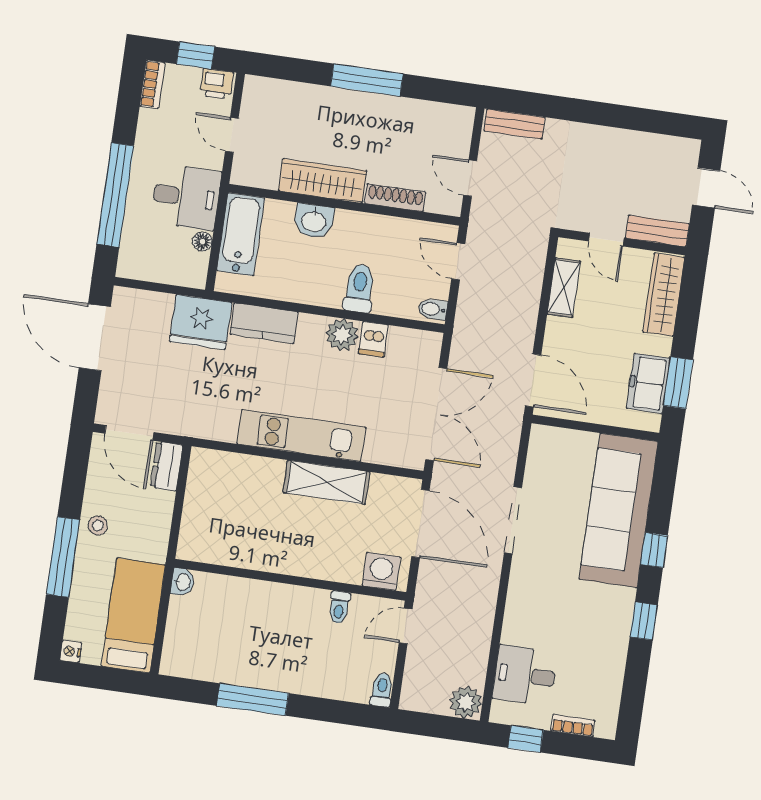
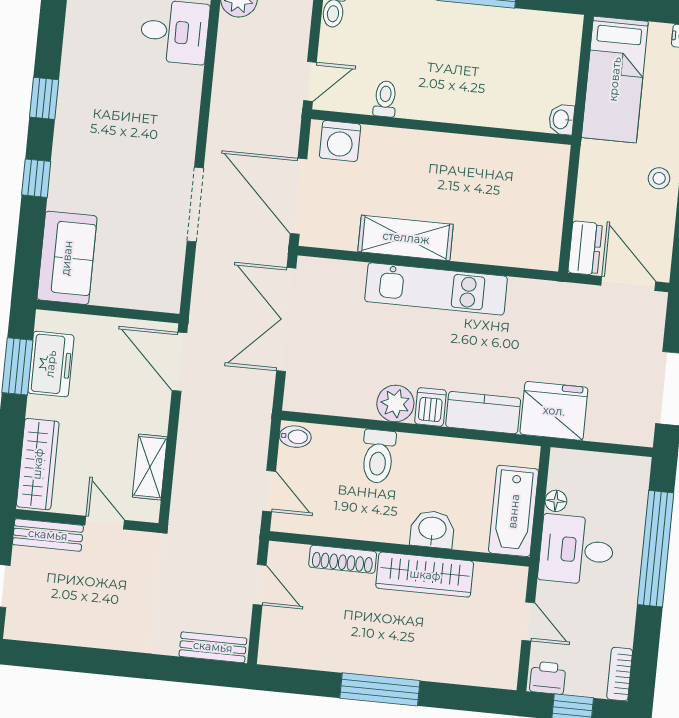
dishwasher: (373, 339) -> (430, 407), moved
sofa: (619, 510) -> (67, 258), width x0.54, depth x0.79

